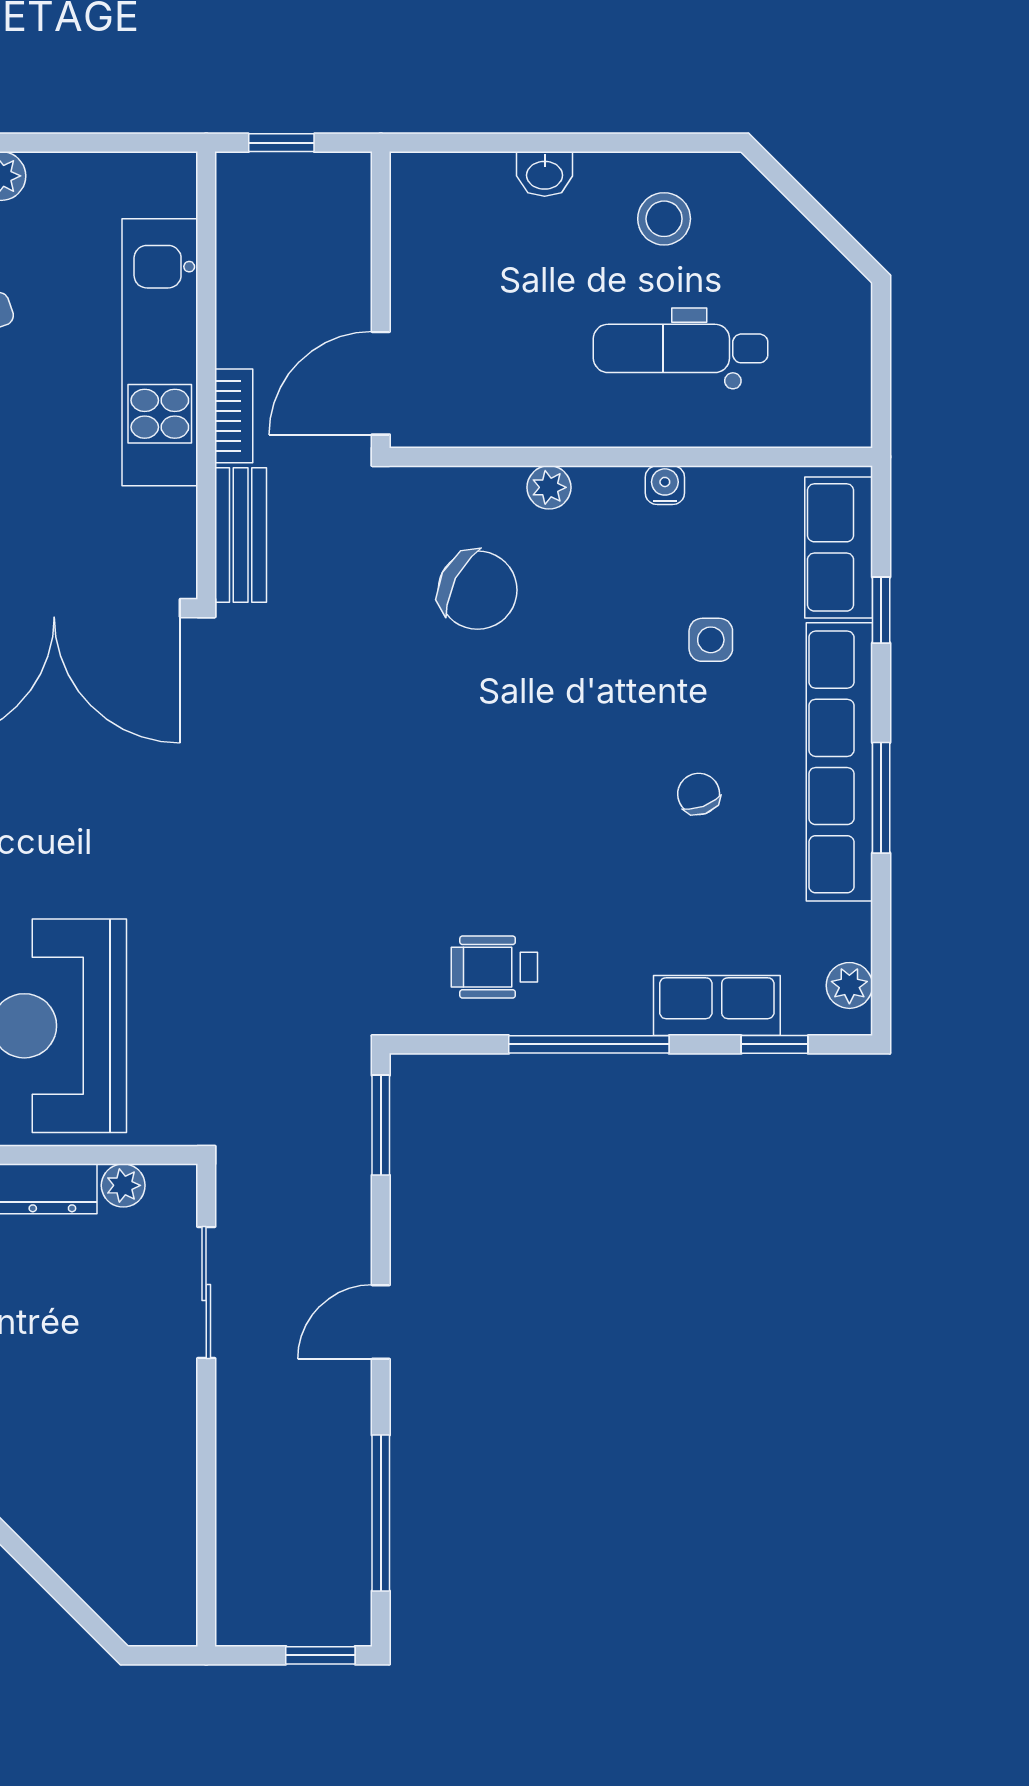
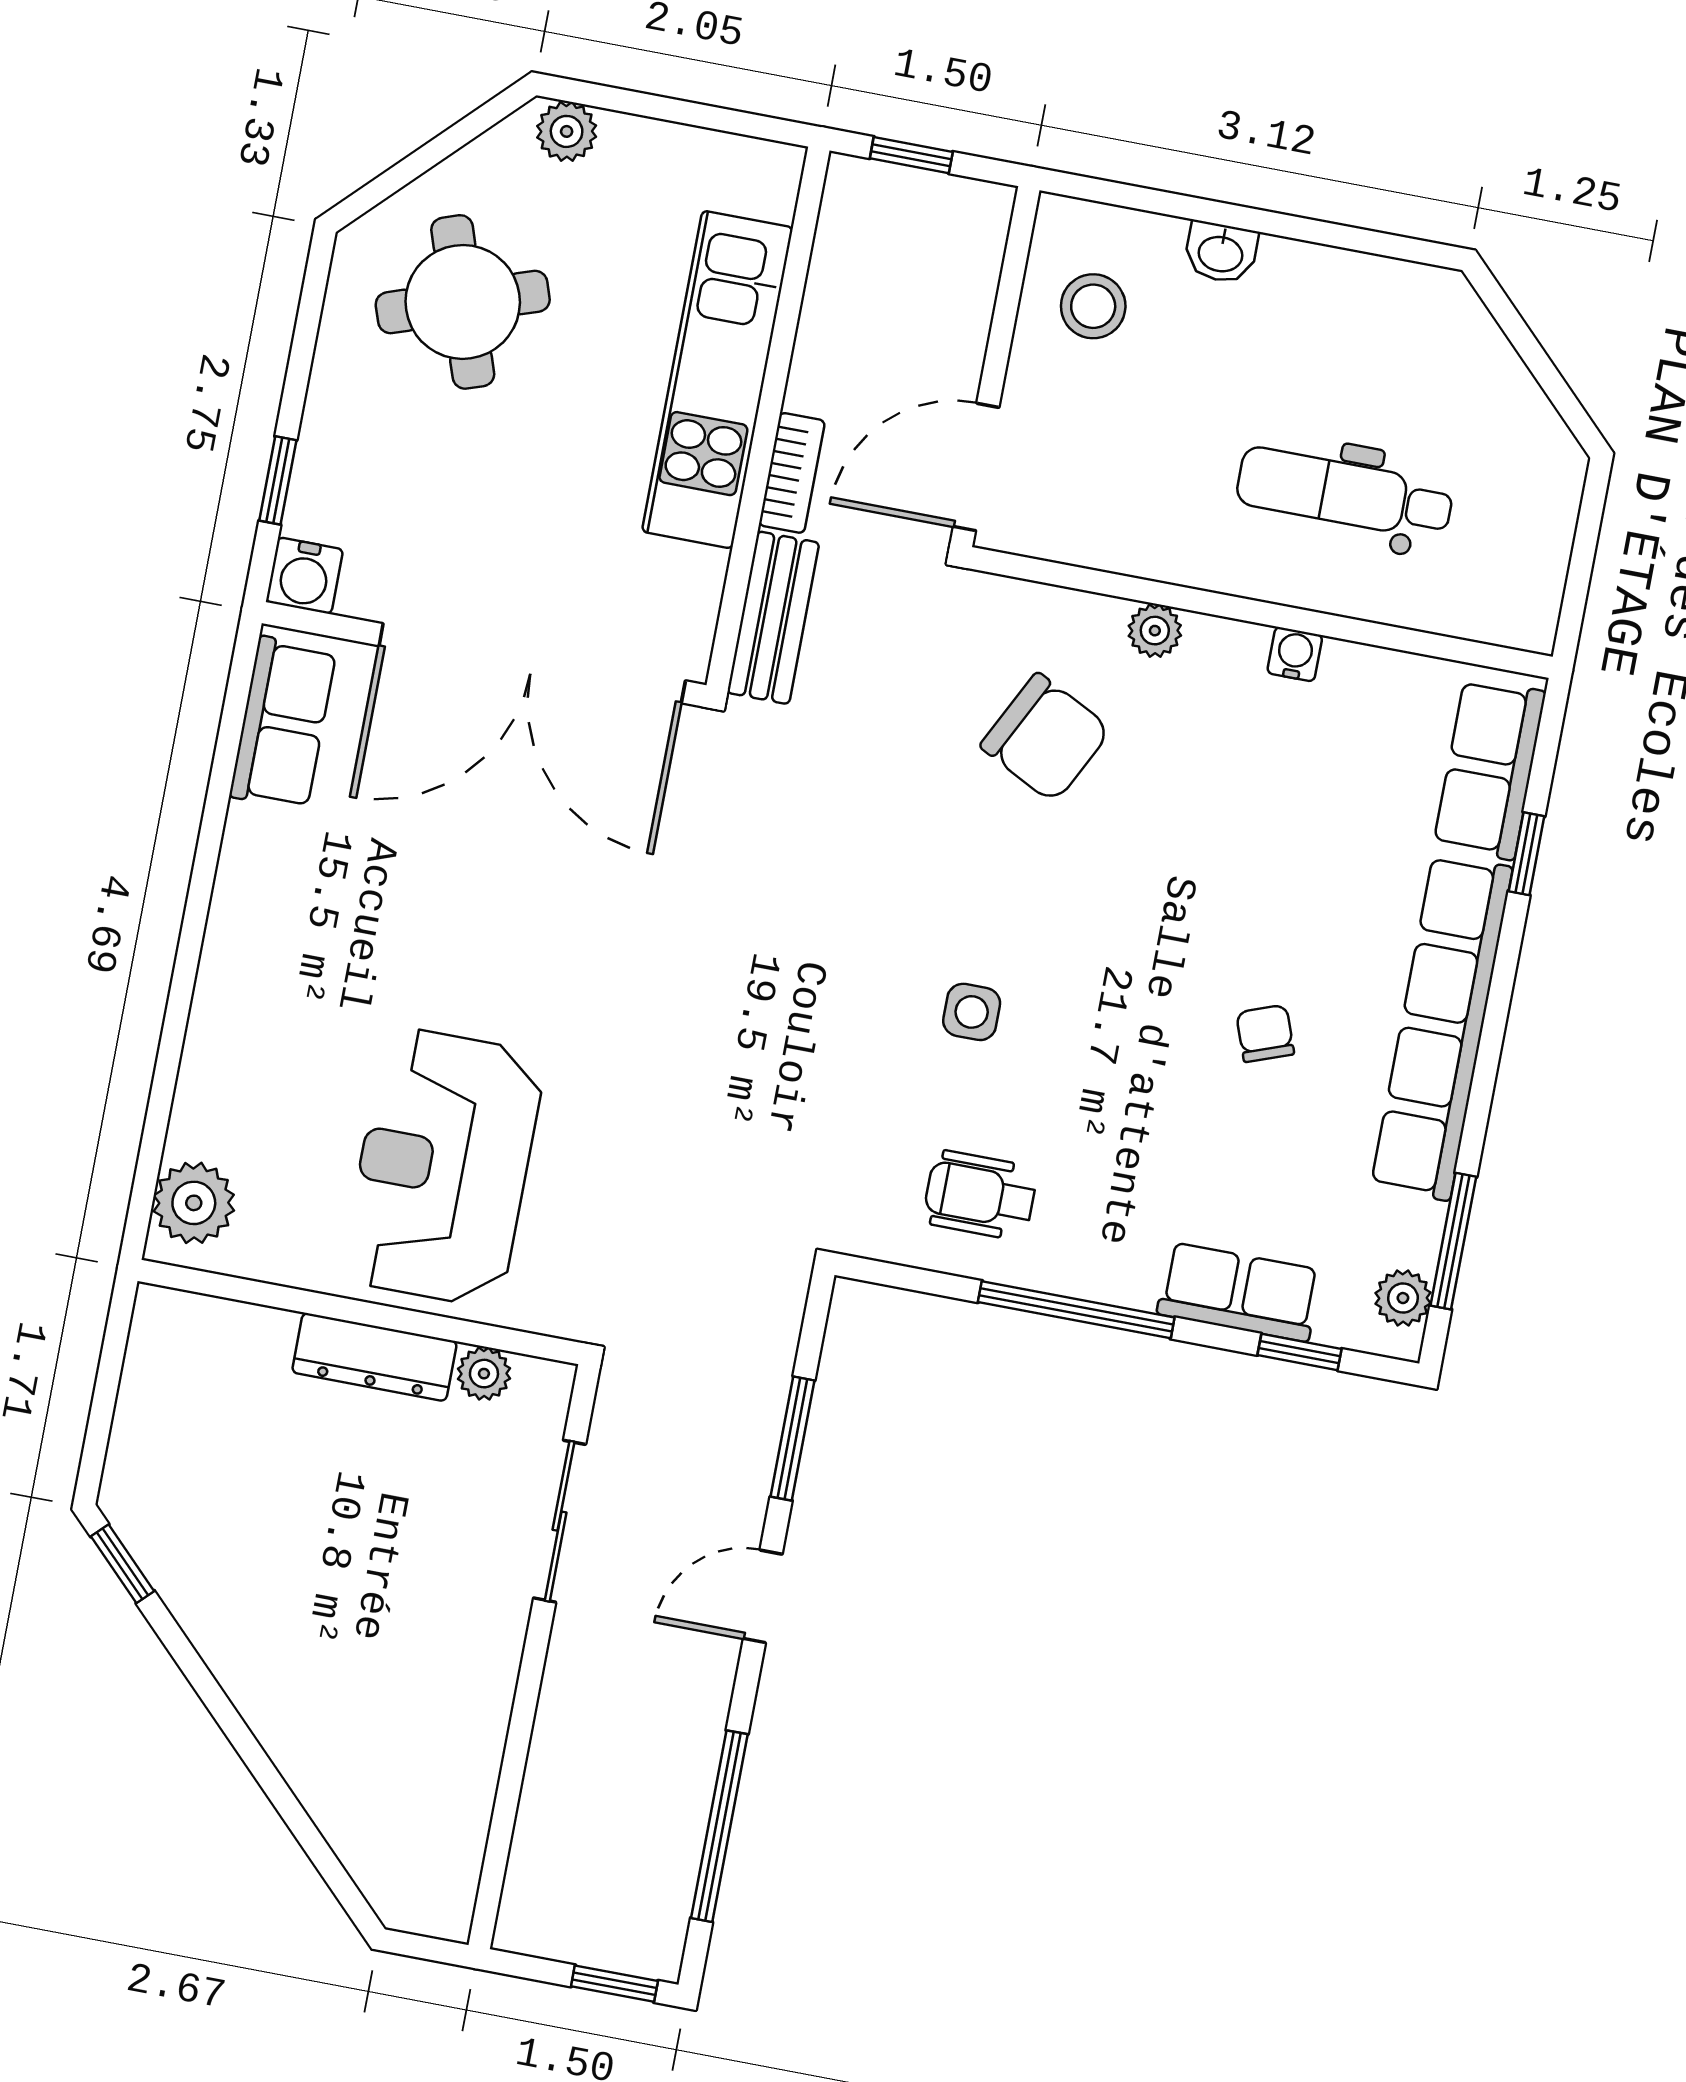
stool: (664, 219) -> (1093, 306), moved
side table: (711, 640) -> (972, 1012), moved
window: (881, 798) -> (1453, 1241), moved
window: (381, 1125) -> (793, 1438), moved

